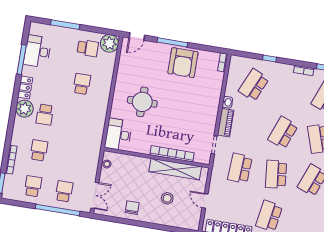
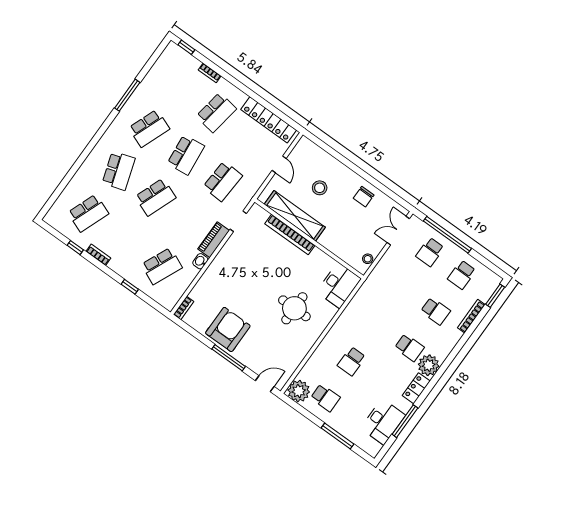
school desk: (88, 48) -> (325, 398), turned 180
school desk: (45, 115) -> (409, 348), turned 90
school desk: (39, 150) -> (436, 311), turned -90

